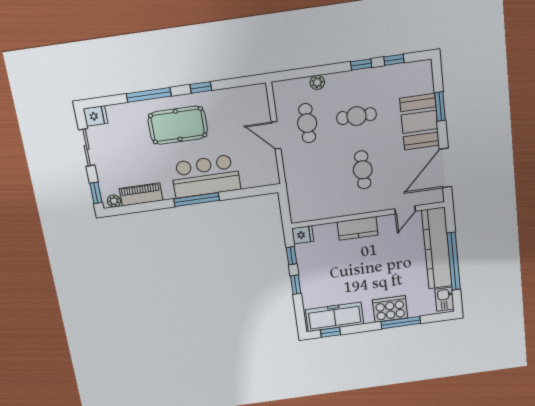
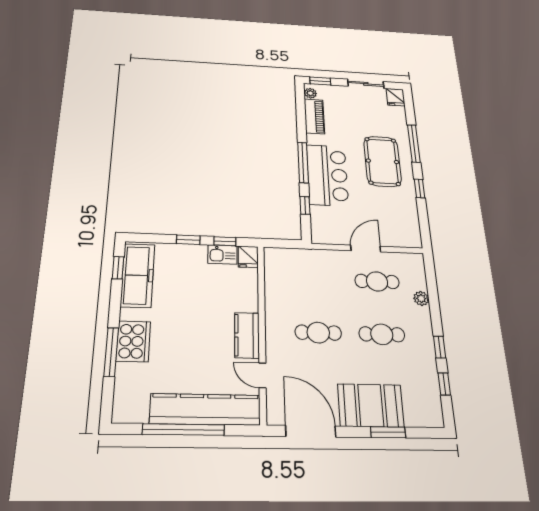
cafe table: (357, 116) -> (382, 334), turned 90
window: (242, 193) -> (305, 205), added
kitchen counter: (358, 228) -> (247, 335), moved
kitchen sink: (444, 299) -> (222, 255), moved, turned 180

